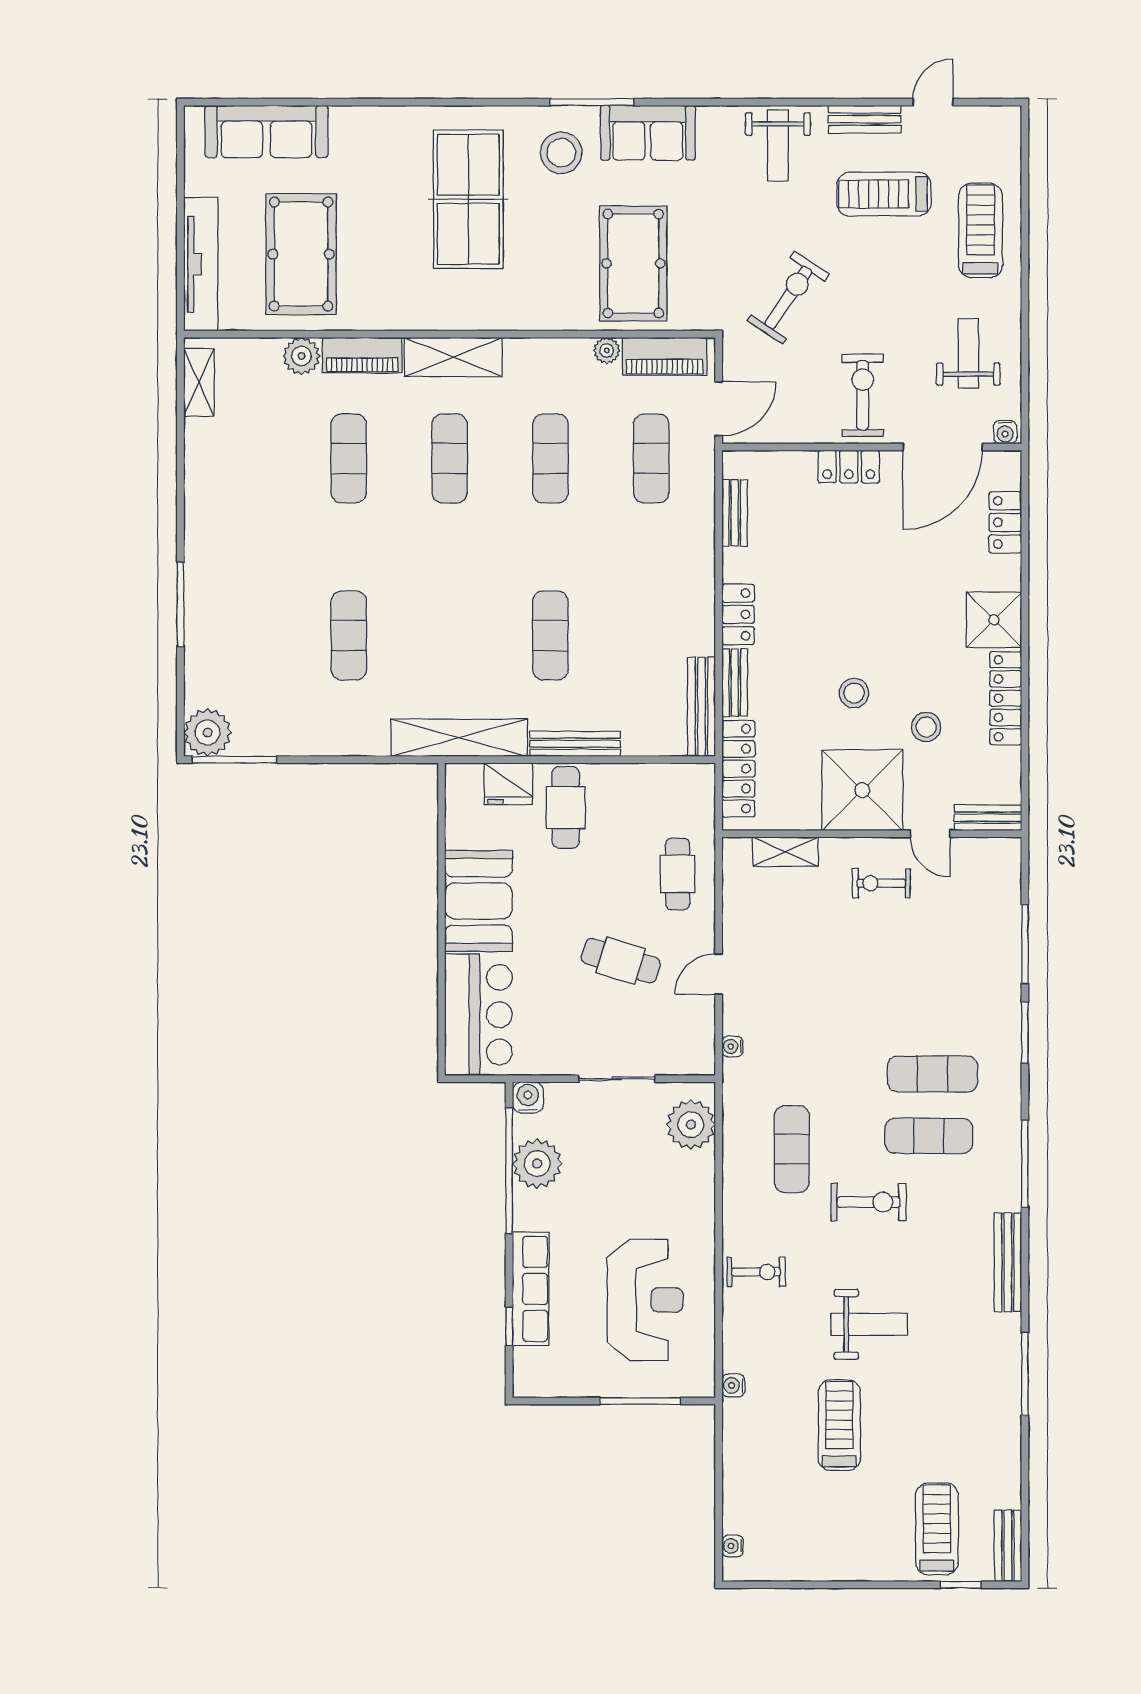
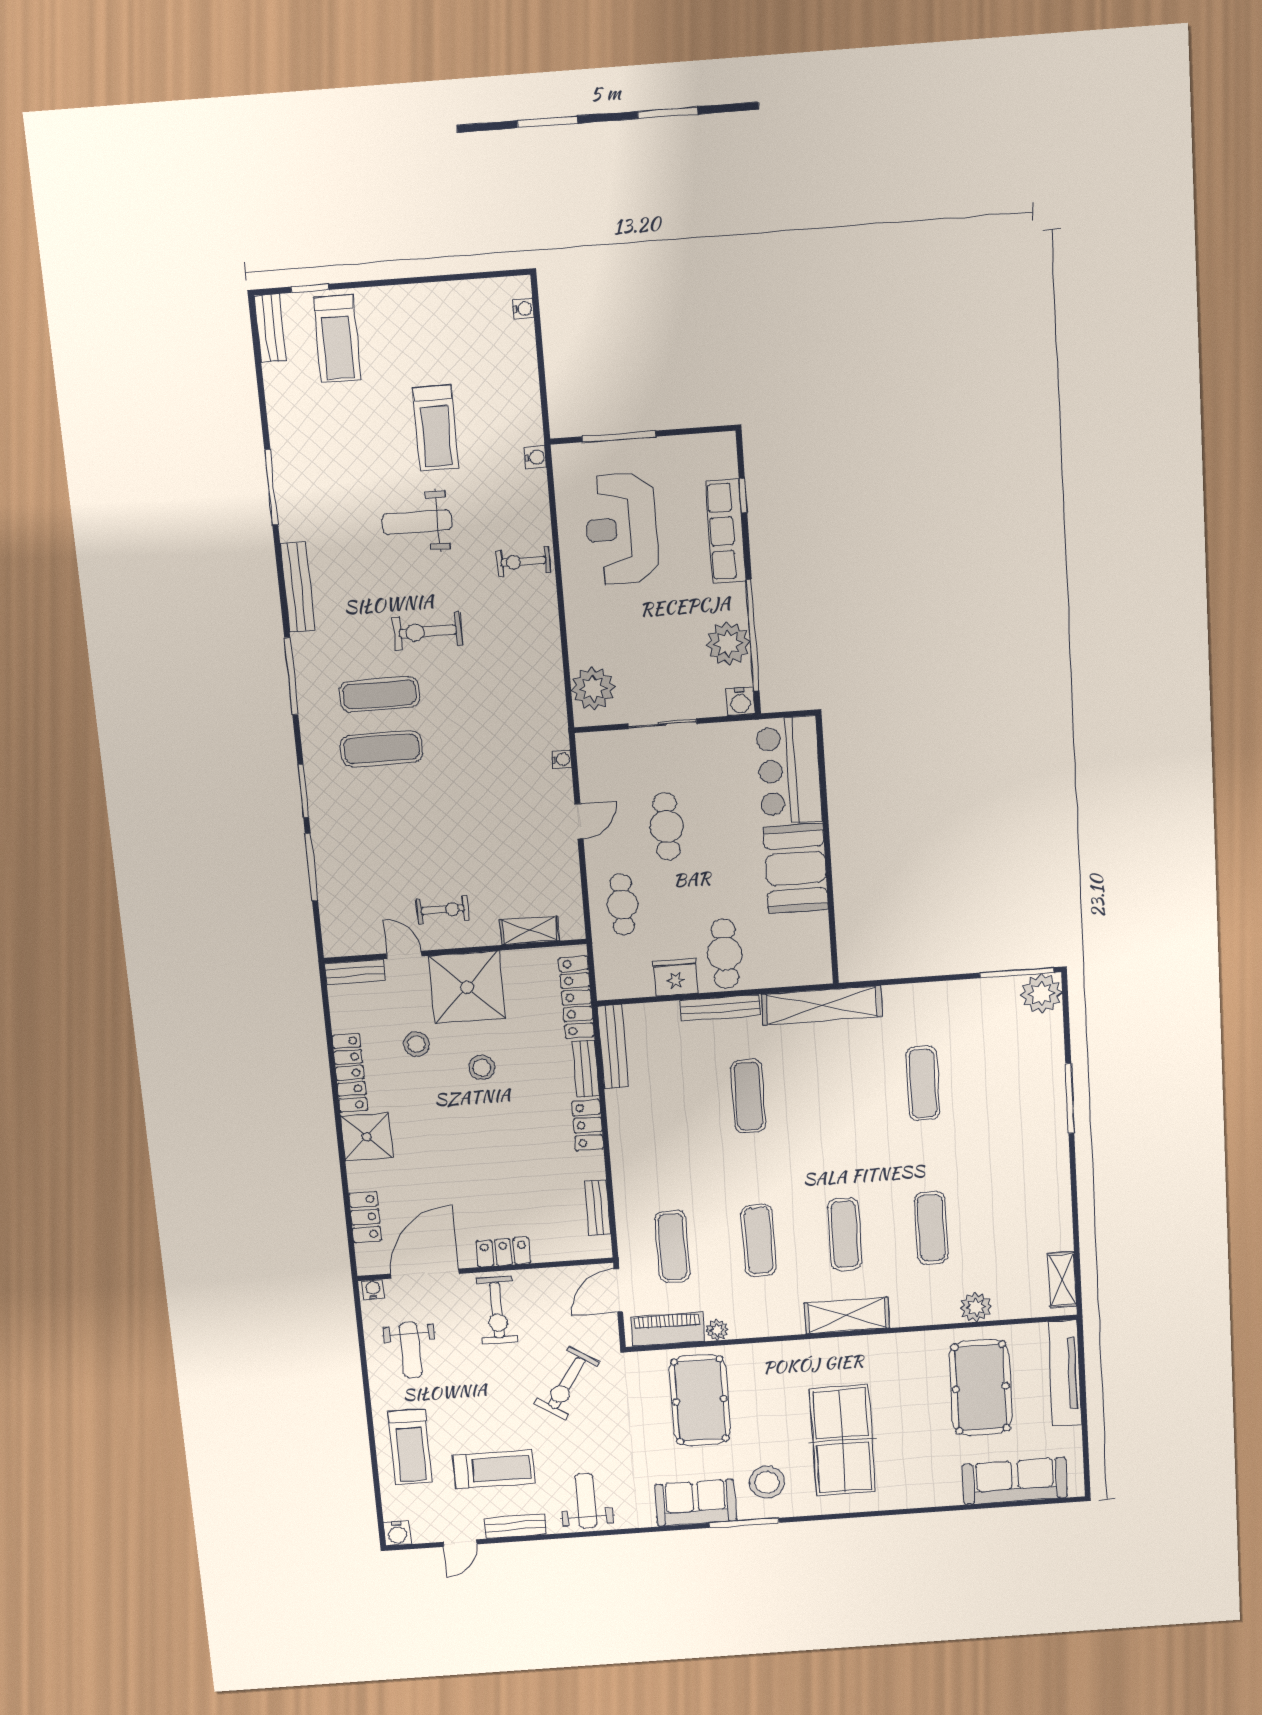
water cooler: (1006, 121) -> (397, 1533), added
piano: (362, 355) -> (924, 1311), removed
fridge: (508, 784) -> (676, 977), moved
cafe table: (621, 961) -> (667, 827), turned 73
exercise mat: (792, 1149) -> (501, 673), removed

